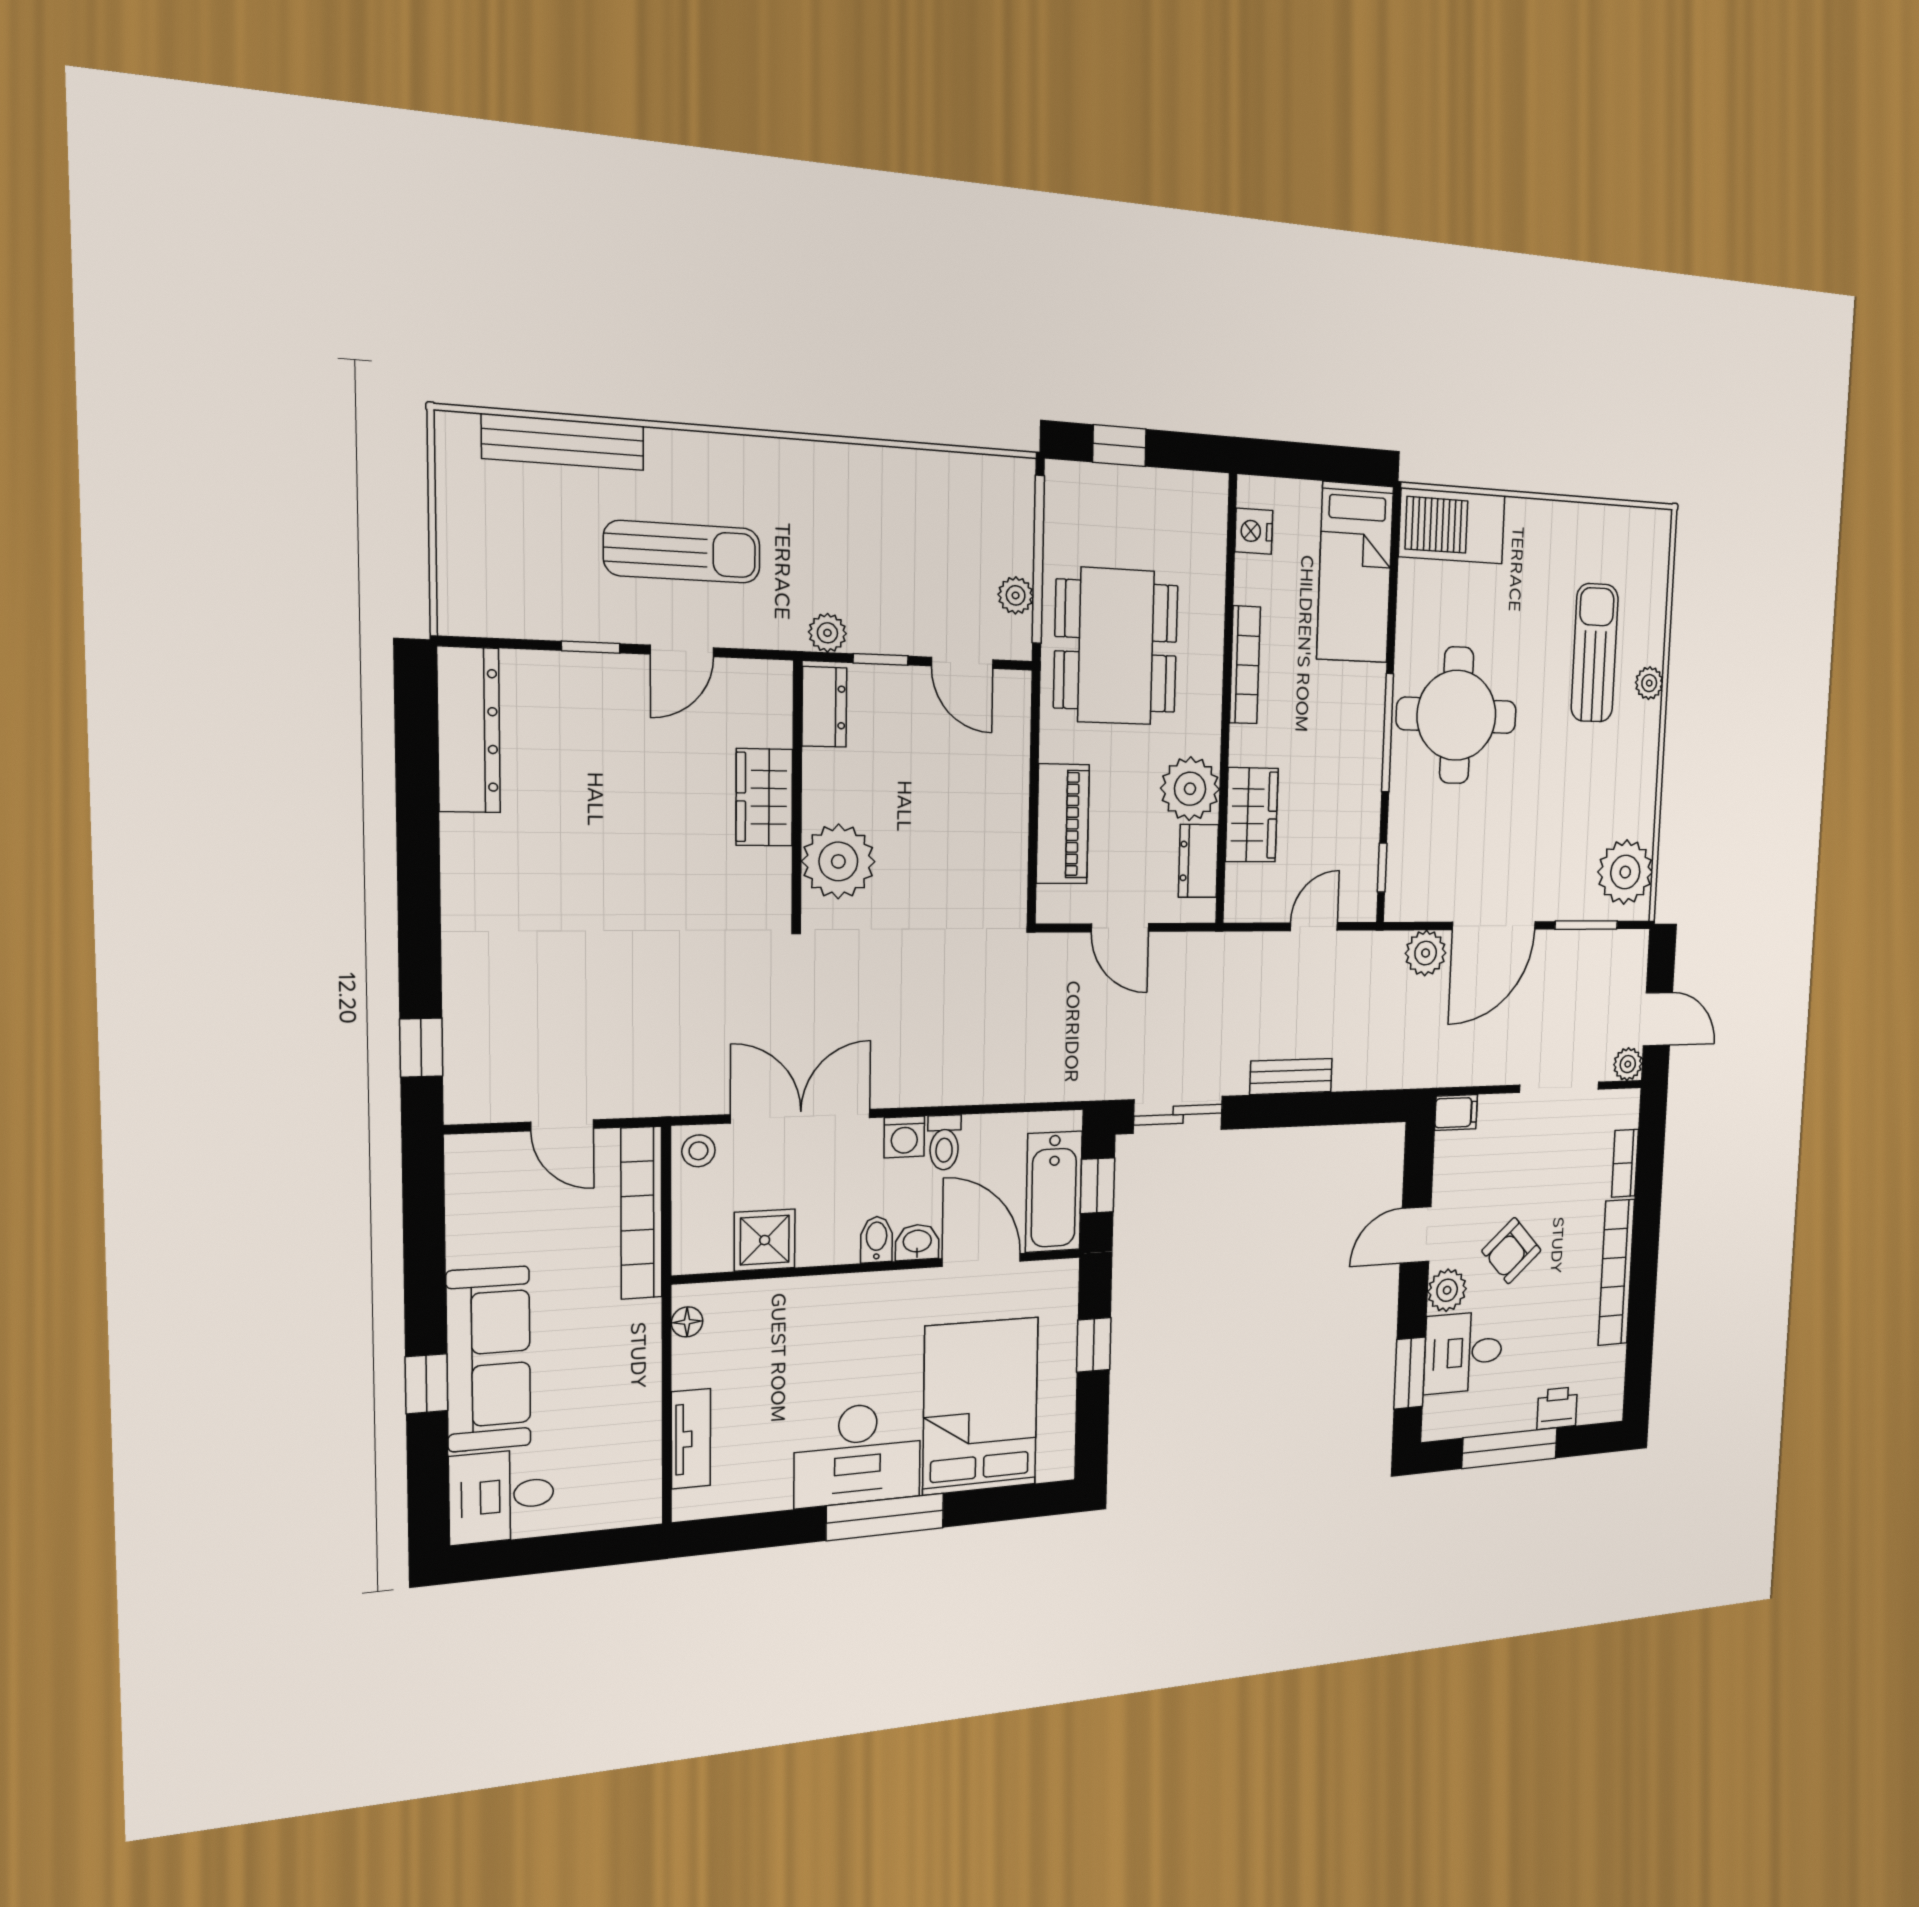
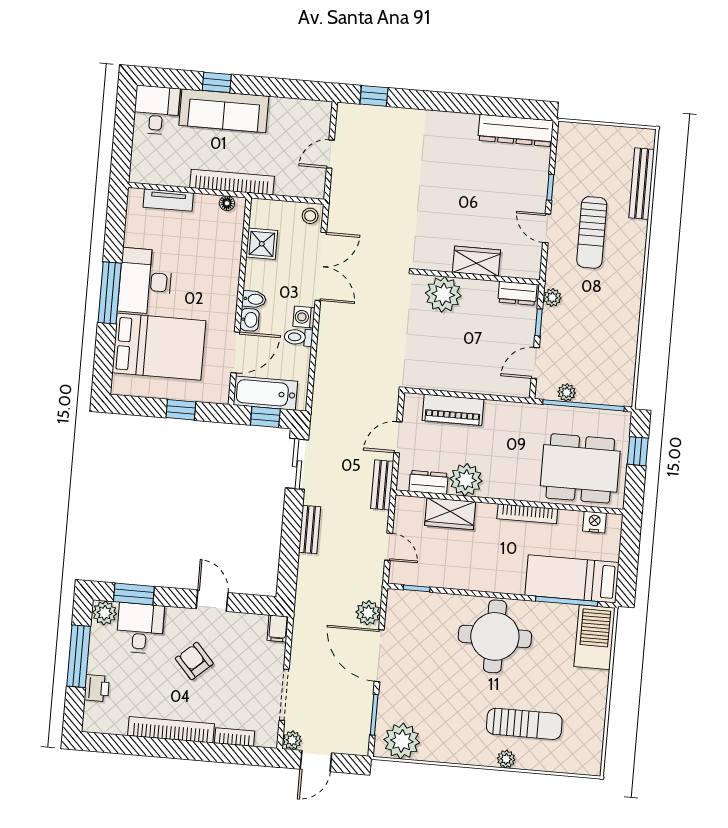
dining table: (1116, 646) -> (580, 468), moved
window: (1388, 733) -> (567, 601), moved
bench: (1207, 950) -> (382, 485), added
bookcase: (641, 1213) -> (232, 182), moved
plant: (1447, 1290) -> (105, 613), moved

